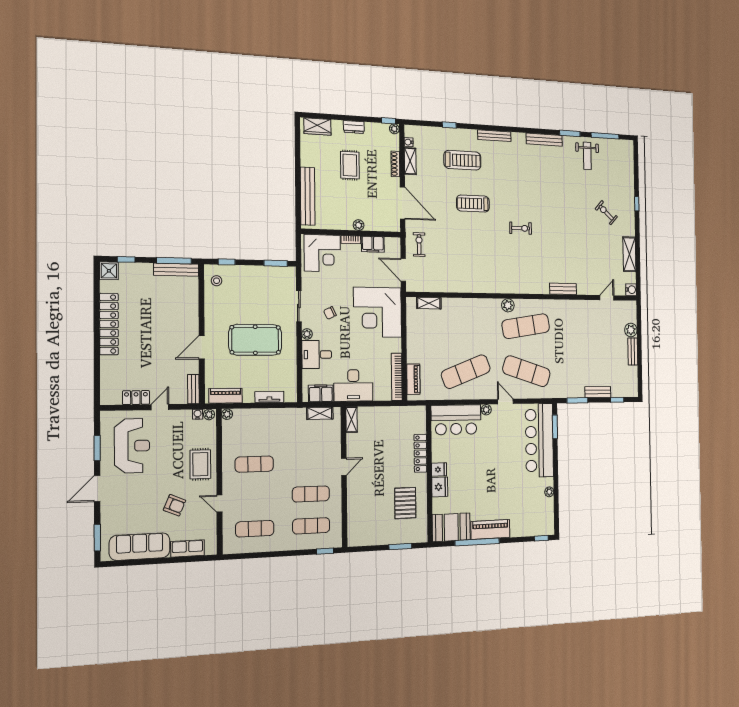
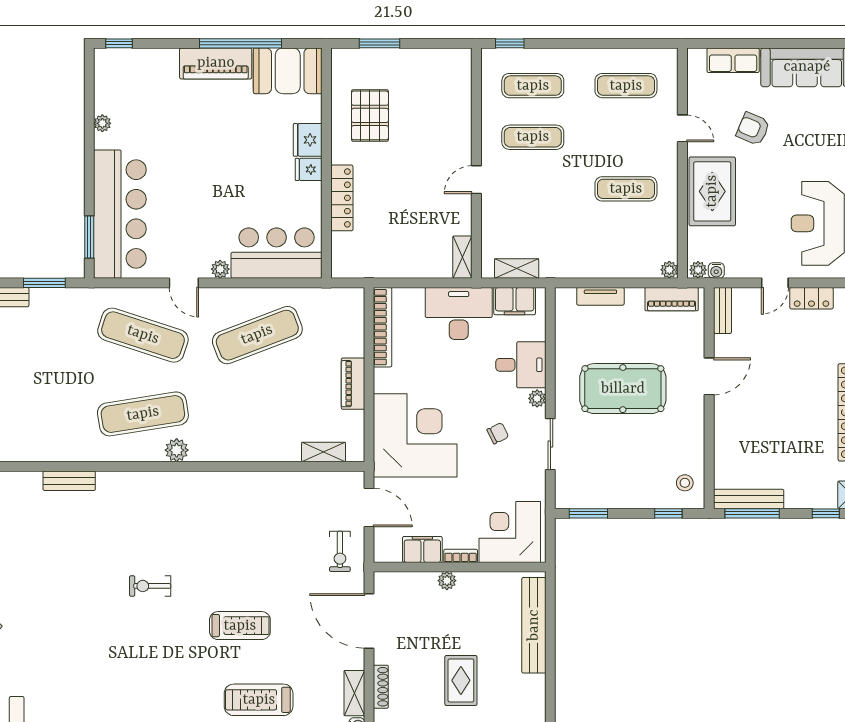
piano: (413, 379) -> (353, 384), moved
rug: (200, 464) -> (712, 191), width x1.36, depth x1.43

